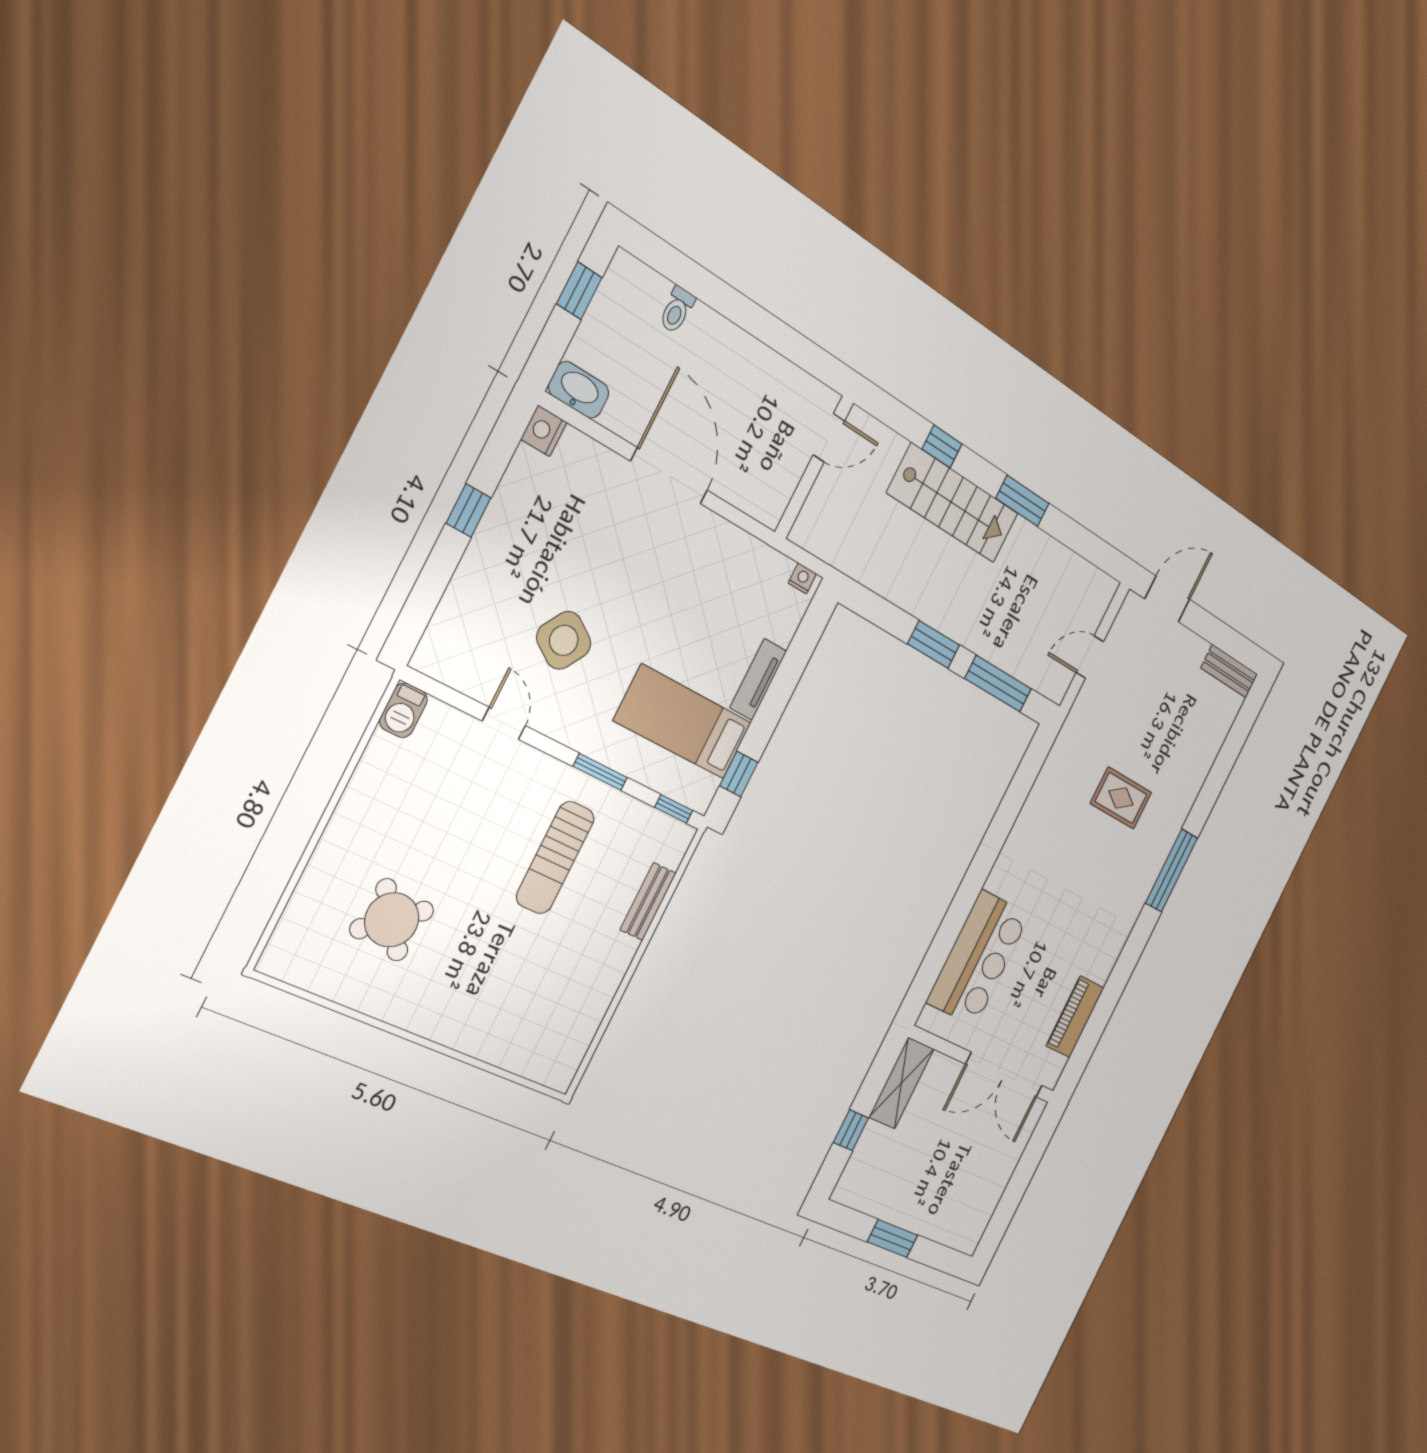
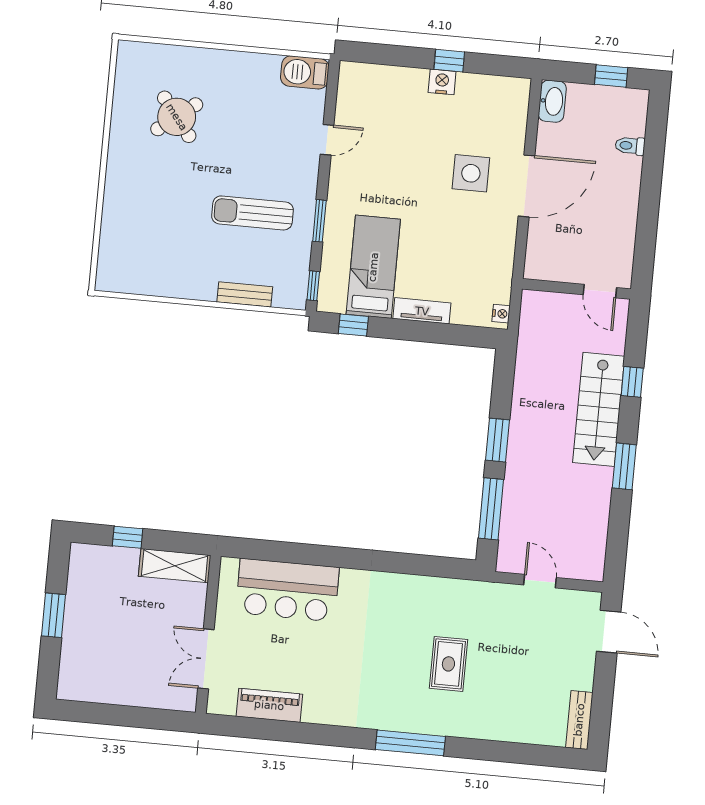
nightstand: (544, 431) -> (442, 82), moved
side table: (564, 640) -> (471, 173), moved, turned -33
barbecue: (403, 710) -> (305, 72), width x1.38, depth x1.27
double door: (1004, 1075) -> (206, 659), width x0.73

